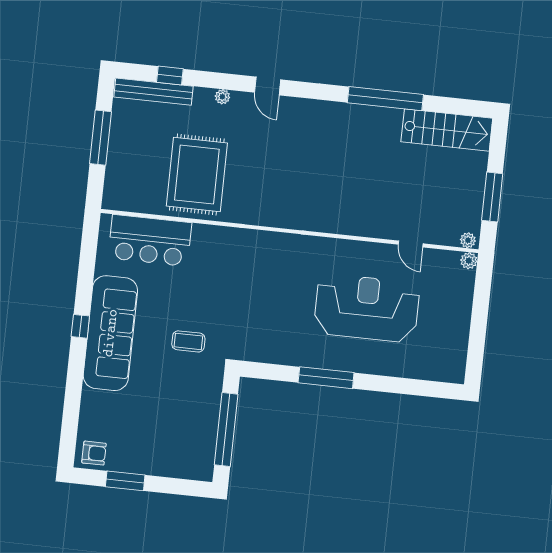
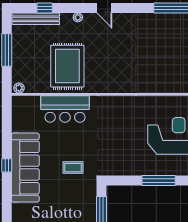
plant: (114, 202) -> (19, 88), added
bar counter: (150, 240) -> (65, 109), moved

